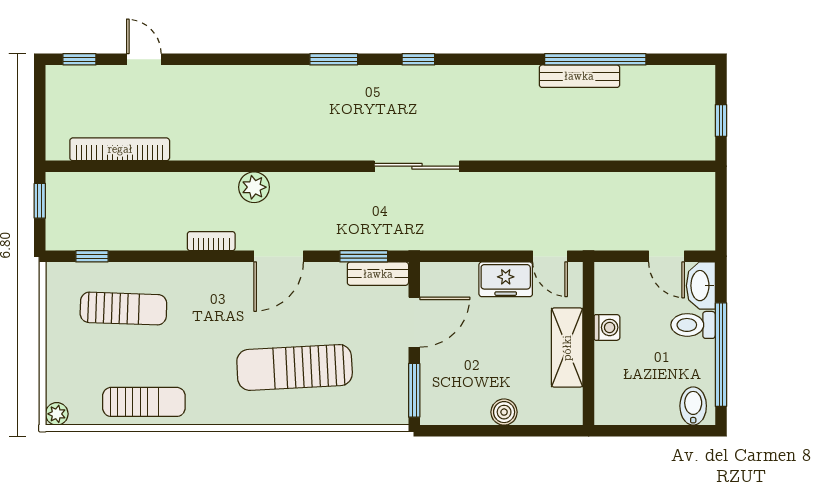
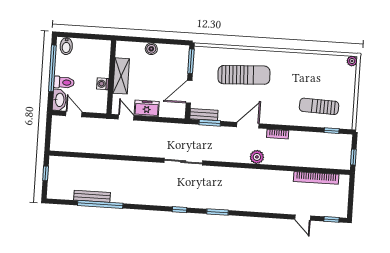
bench: (579, 76) -> (92, 196), moved
sun lounger: (144, 402) -> (313, 64), removed

